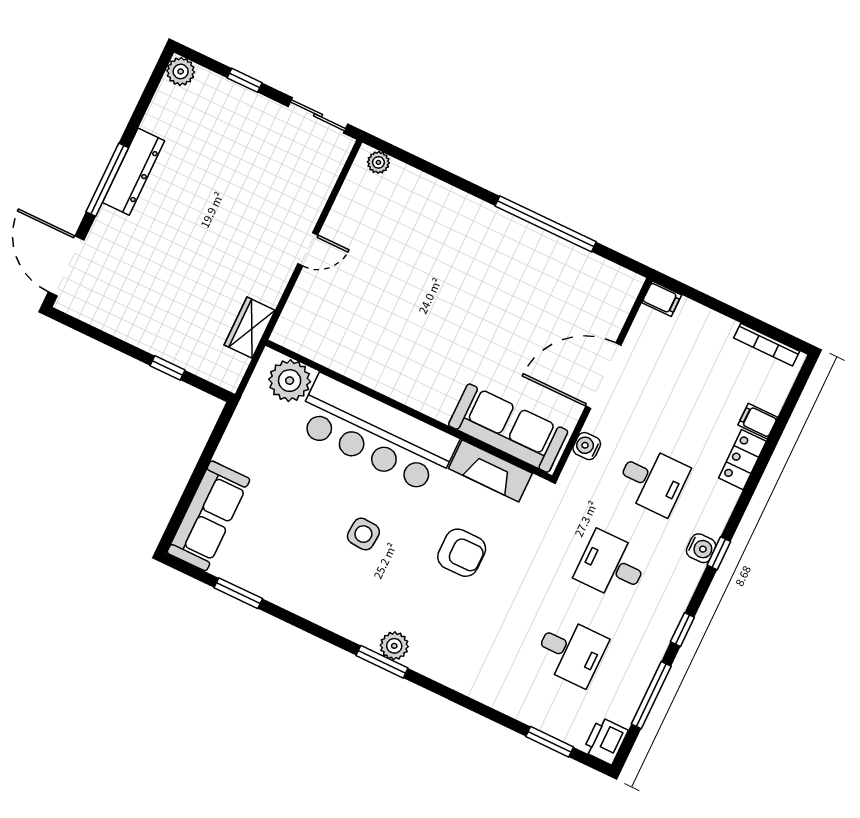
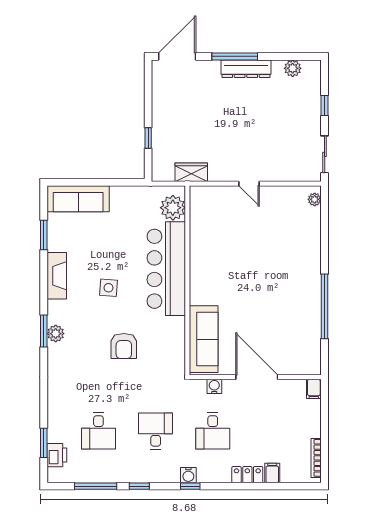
plant: (181, 71) -> (293, 68), moved
fireplace: (490, 471) -> (57, 276), moved, turned 180
printer: (606, 741) -> (57, 455), moved, turned 90

